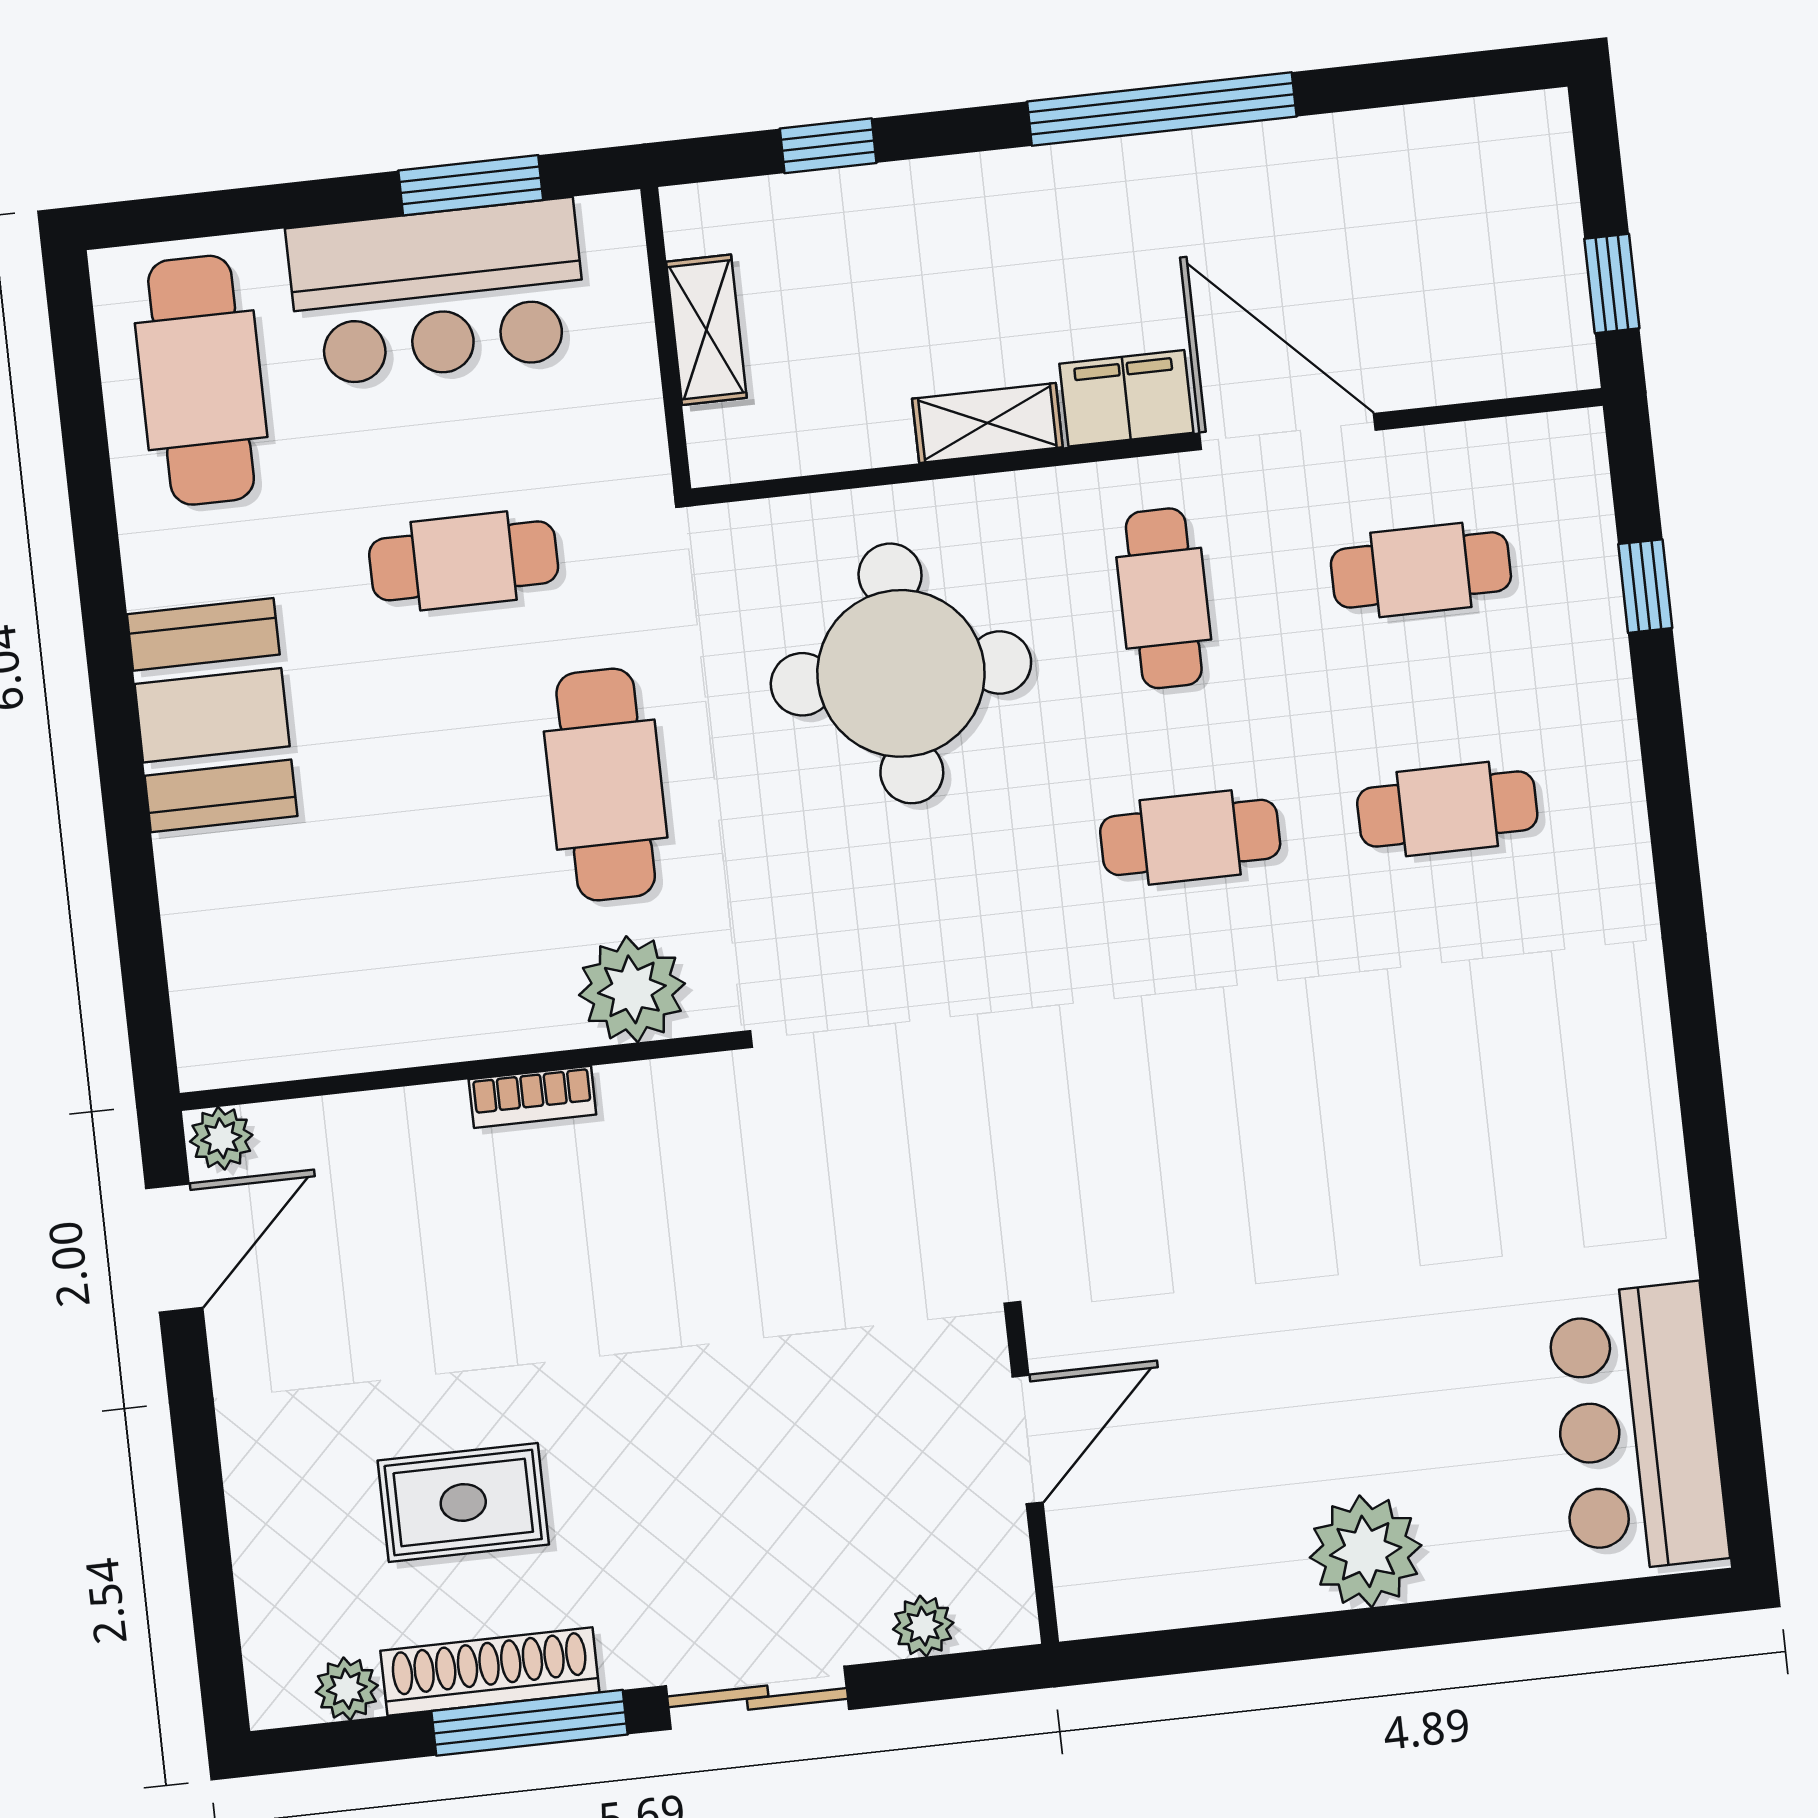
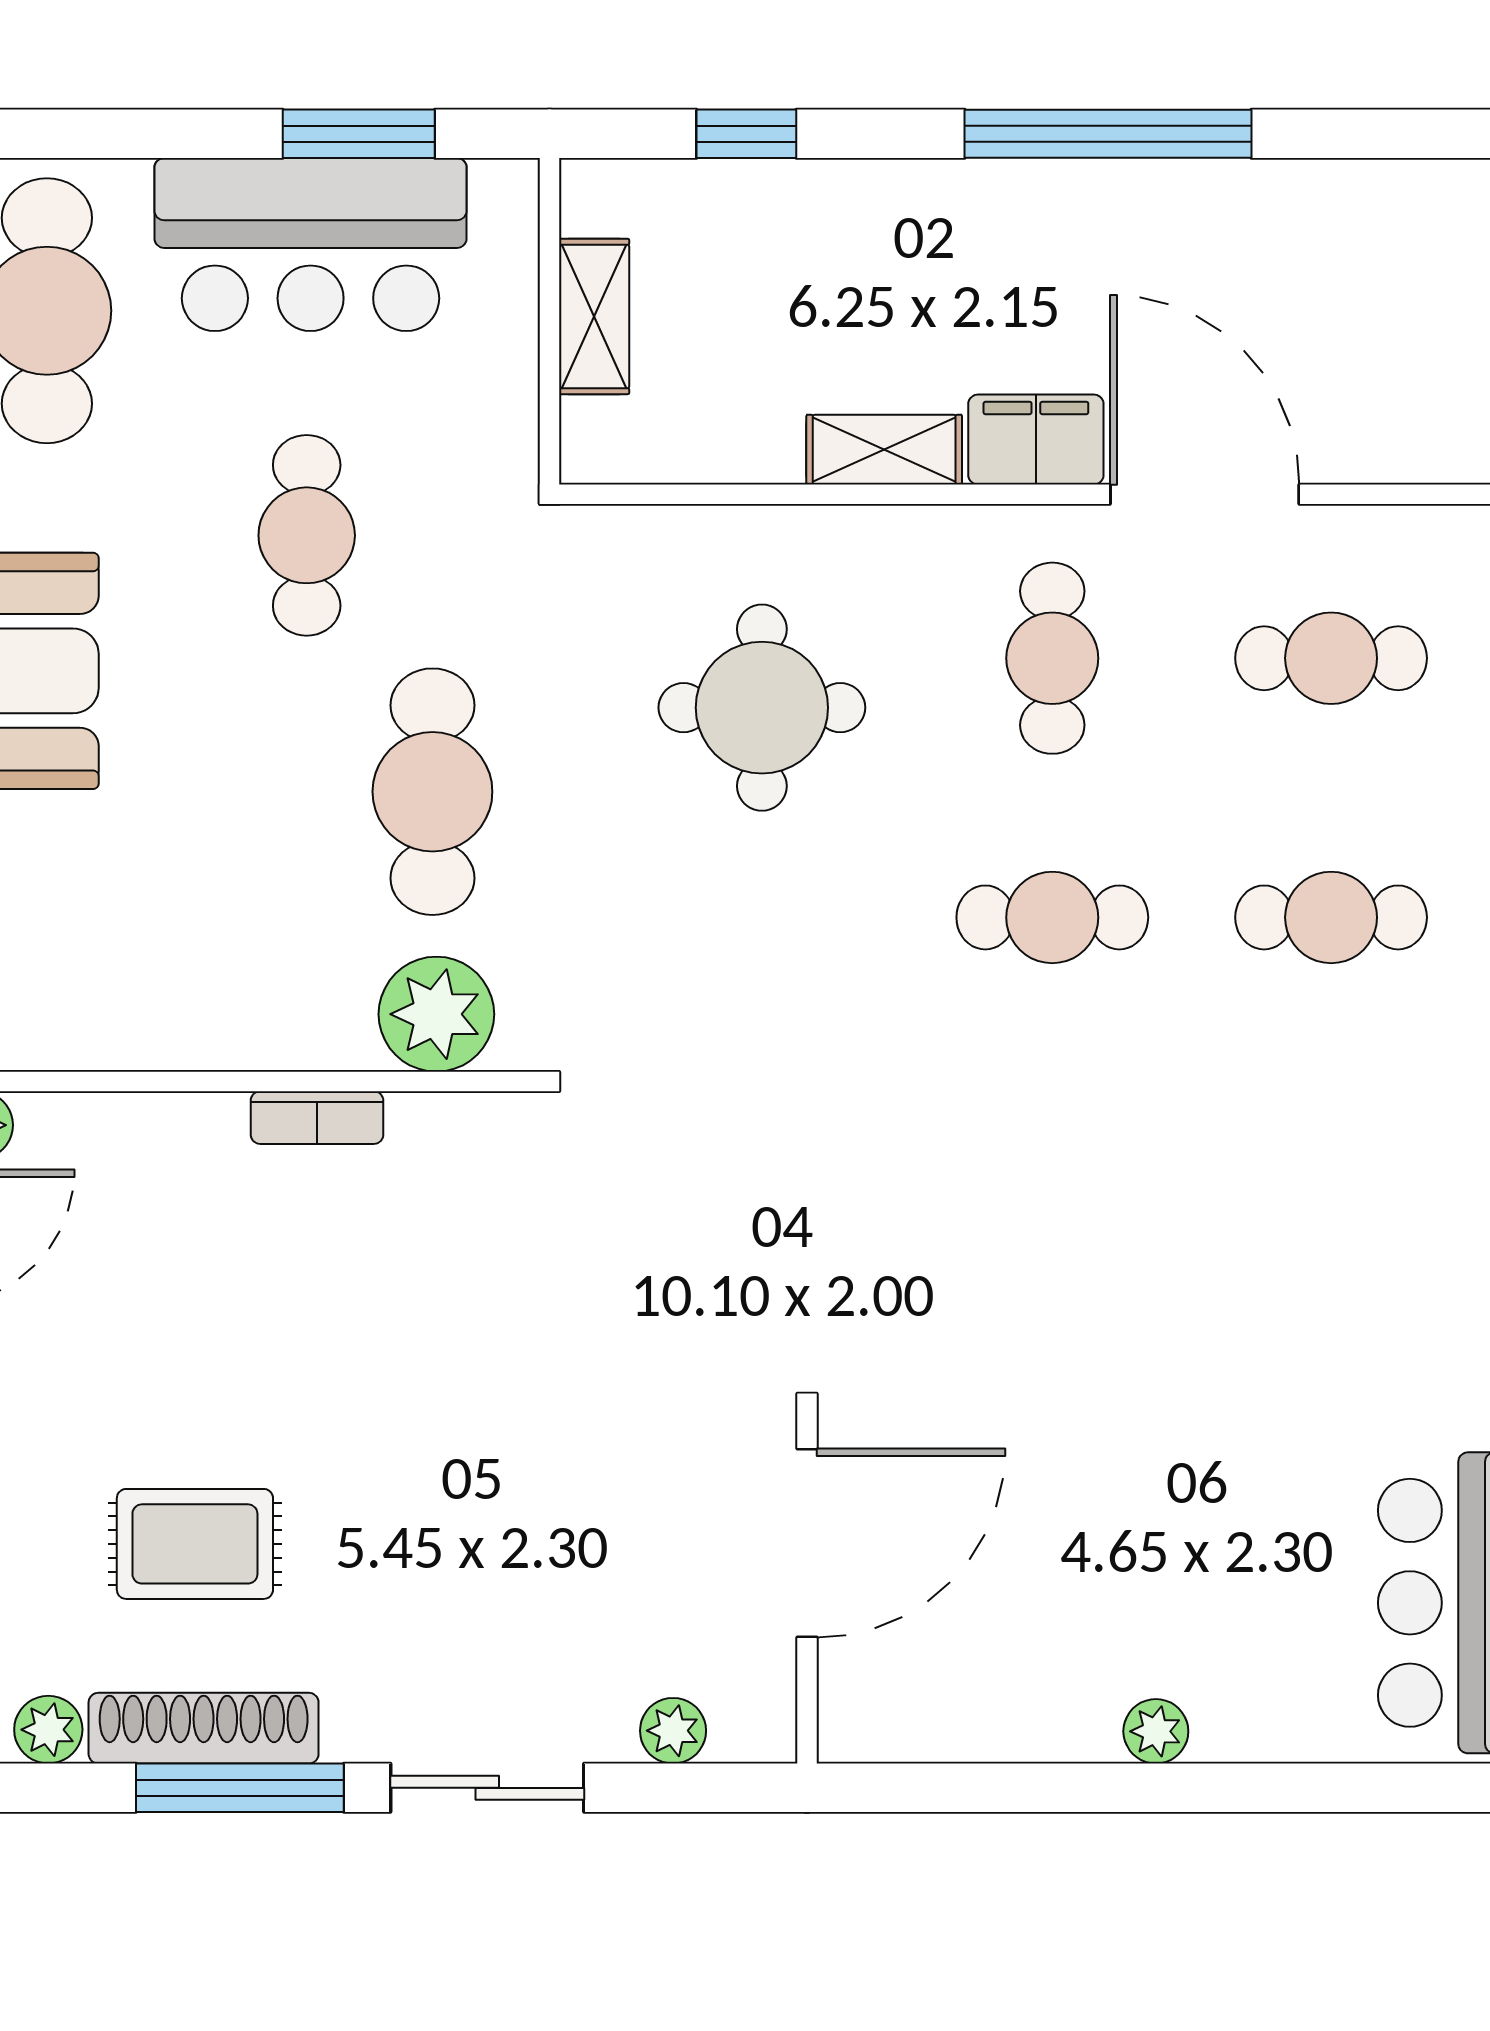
cafe table: (464, 561) -> (307, 535), turned 90
round table: (901, 673) -> (762, 708), width x0.73, depth x0.73
door: (1028, 1439) -> (807, 1543), width x1.36
plant: (1366, 1551) -> (1156, 1731), width x0.53, depth x0.53

